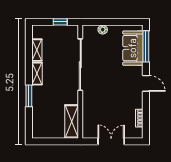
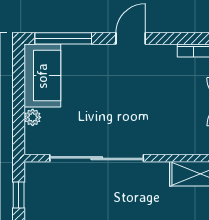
sofa: (133, 48) -> (42, 76), moved, turned -90

